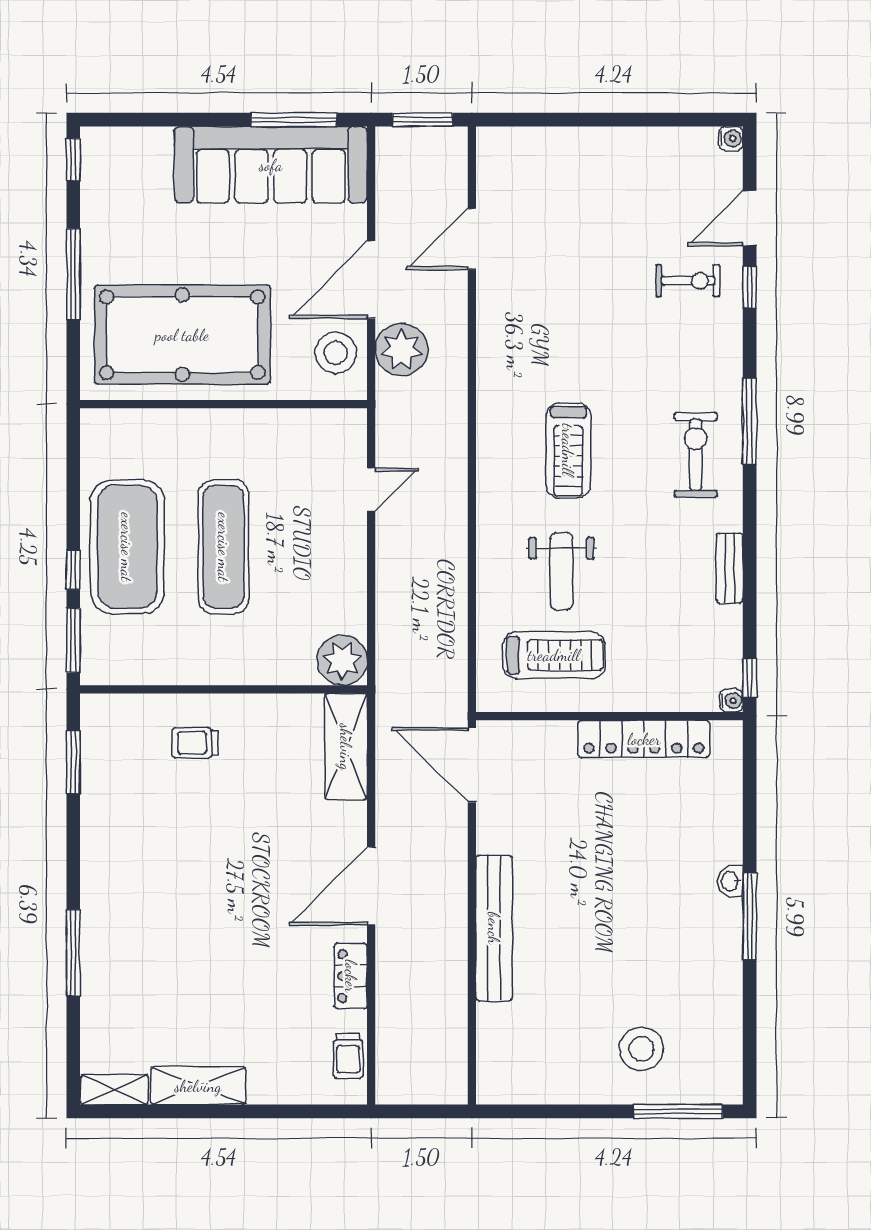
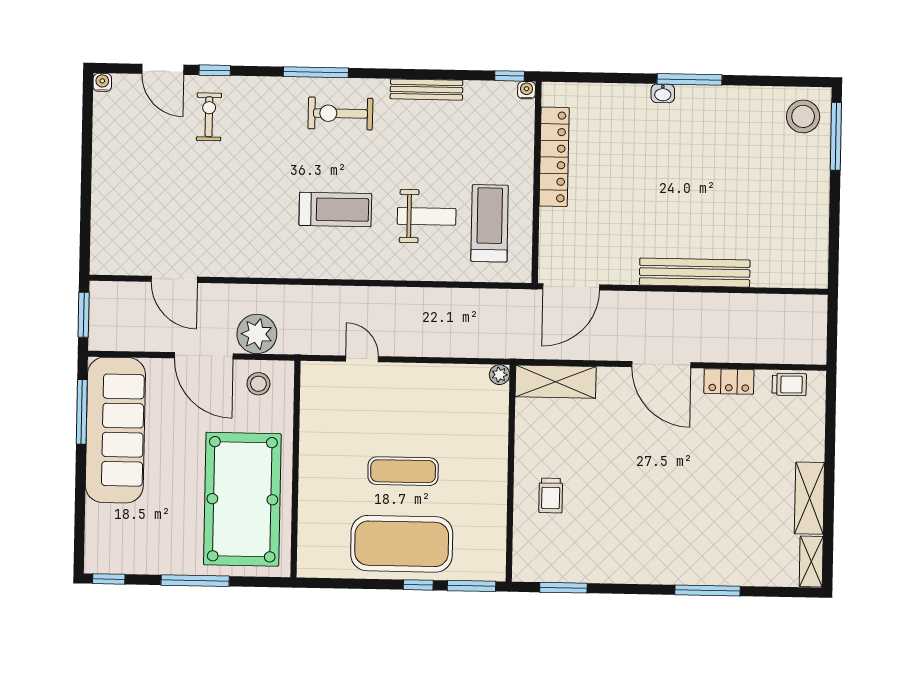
stool: (336, 353) -> (258, 384), width x0.73, depth x0.73
exercise mat: (224, 547) -> (403, 471), width x0.73, depth x0.69
bench: (730, 568) -> (426, 90), width x1.36
plant: (342, 660) -> (500, 375), width x0.53, depth x0.53
stool: (641, 1049) -> (803, 116), moved

